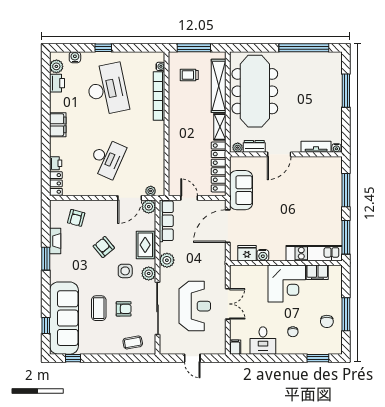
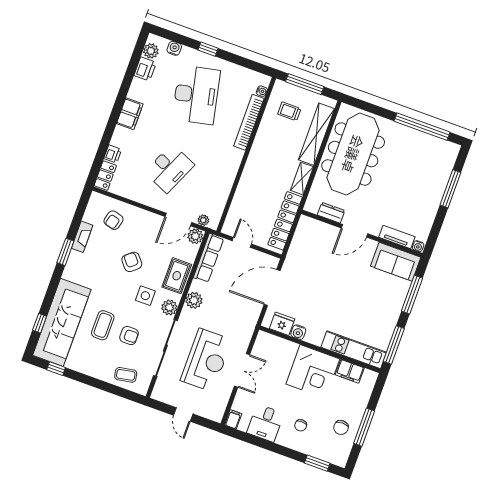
plant: (238, 148) -> (313, 208), removed
sofa: (241, 190) -> (396, 262), moved, turned 90

